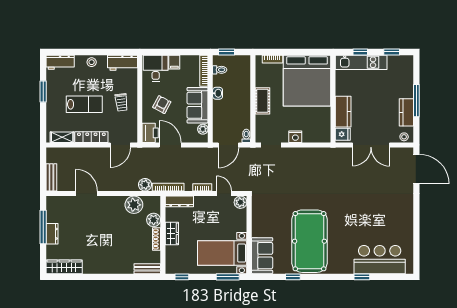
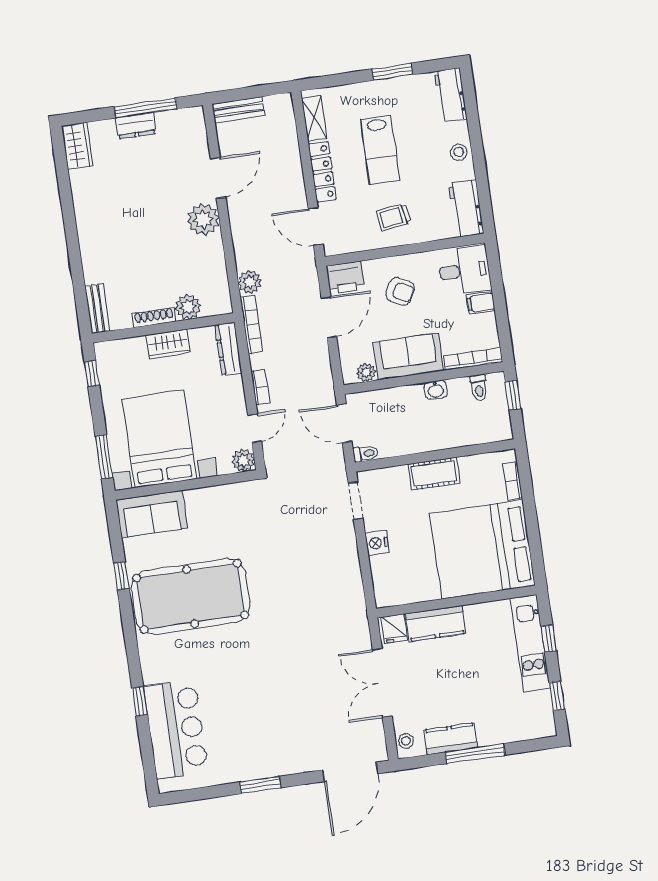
plant: (134, 205) -> (203, 219), moved
window: (416, 218) -> (260, 785), added
bed with nightstands: (222, 253) -> (159, 439), width x1.36
wardrobe: (64, 267) -> (77, 146), width x0.67

